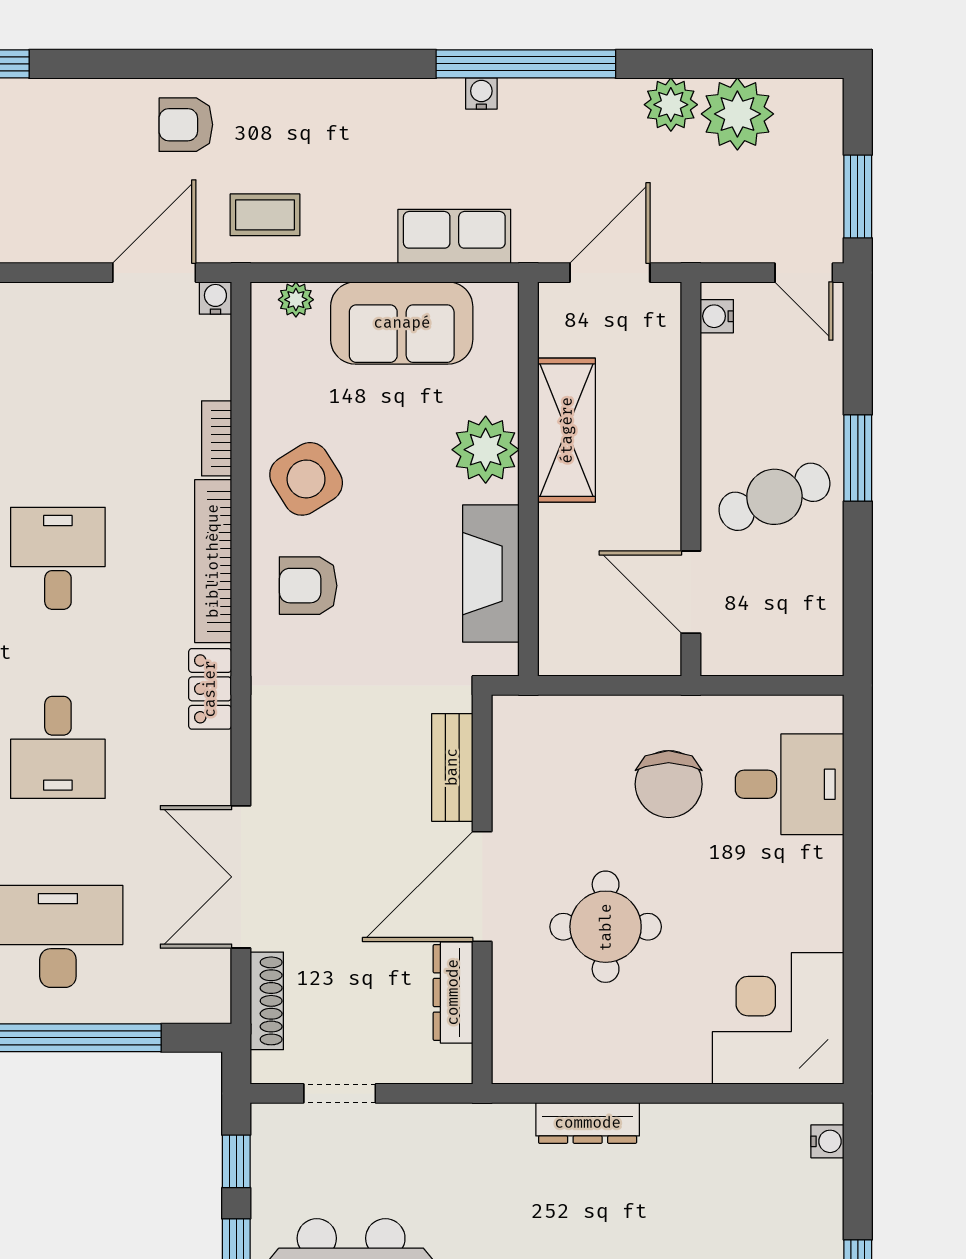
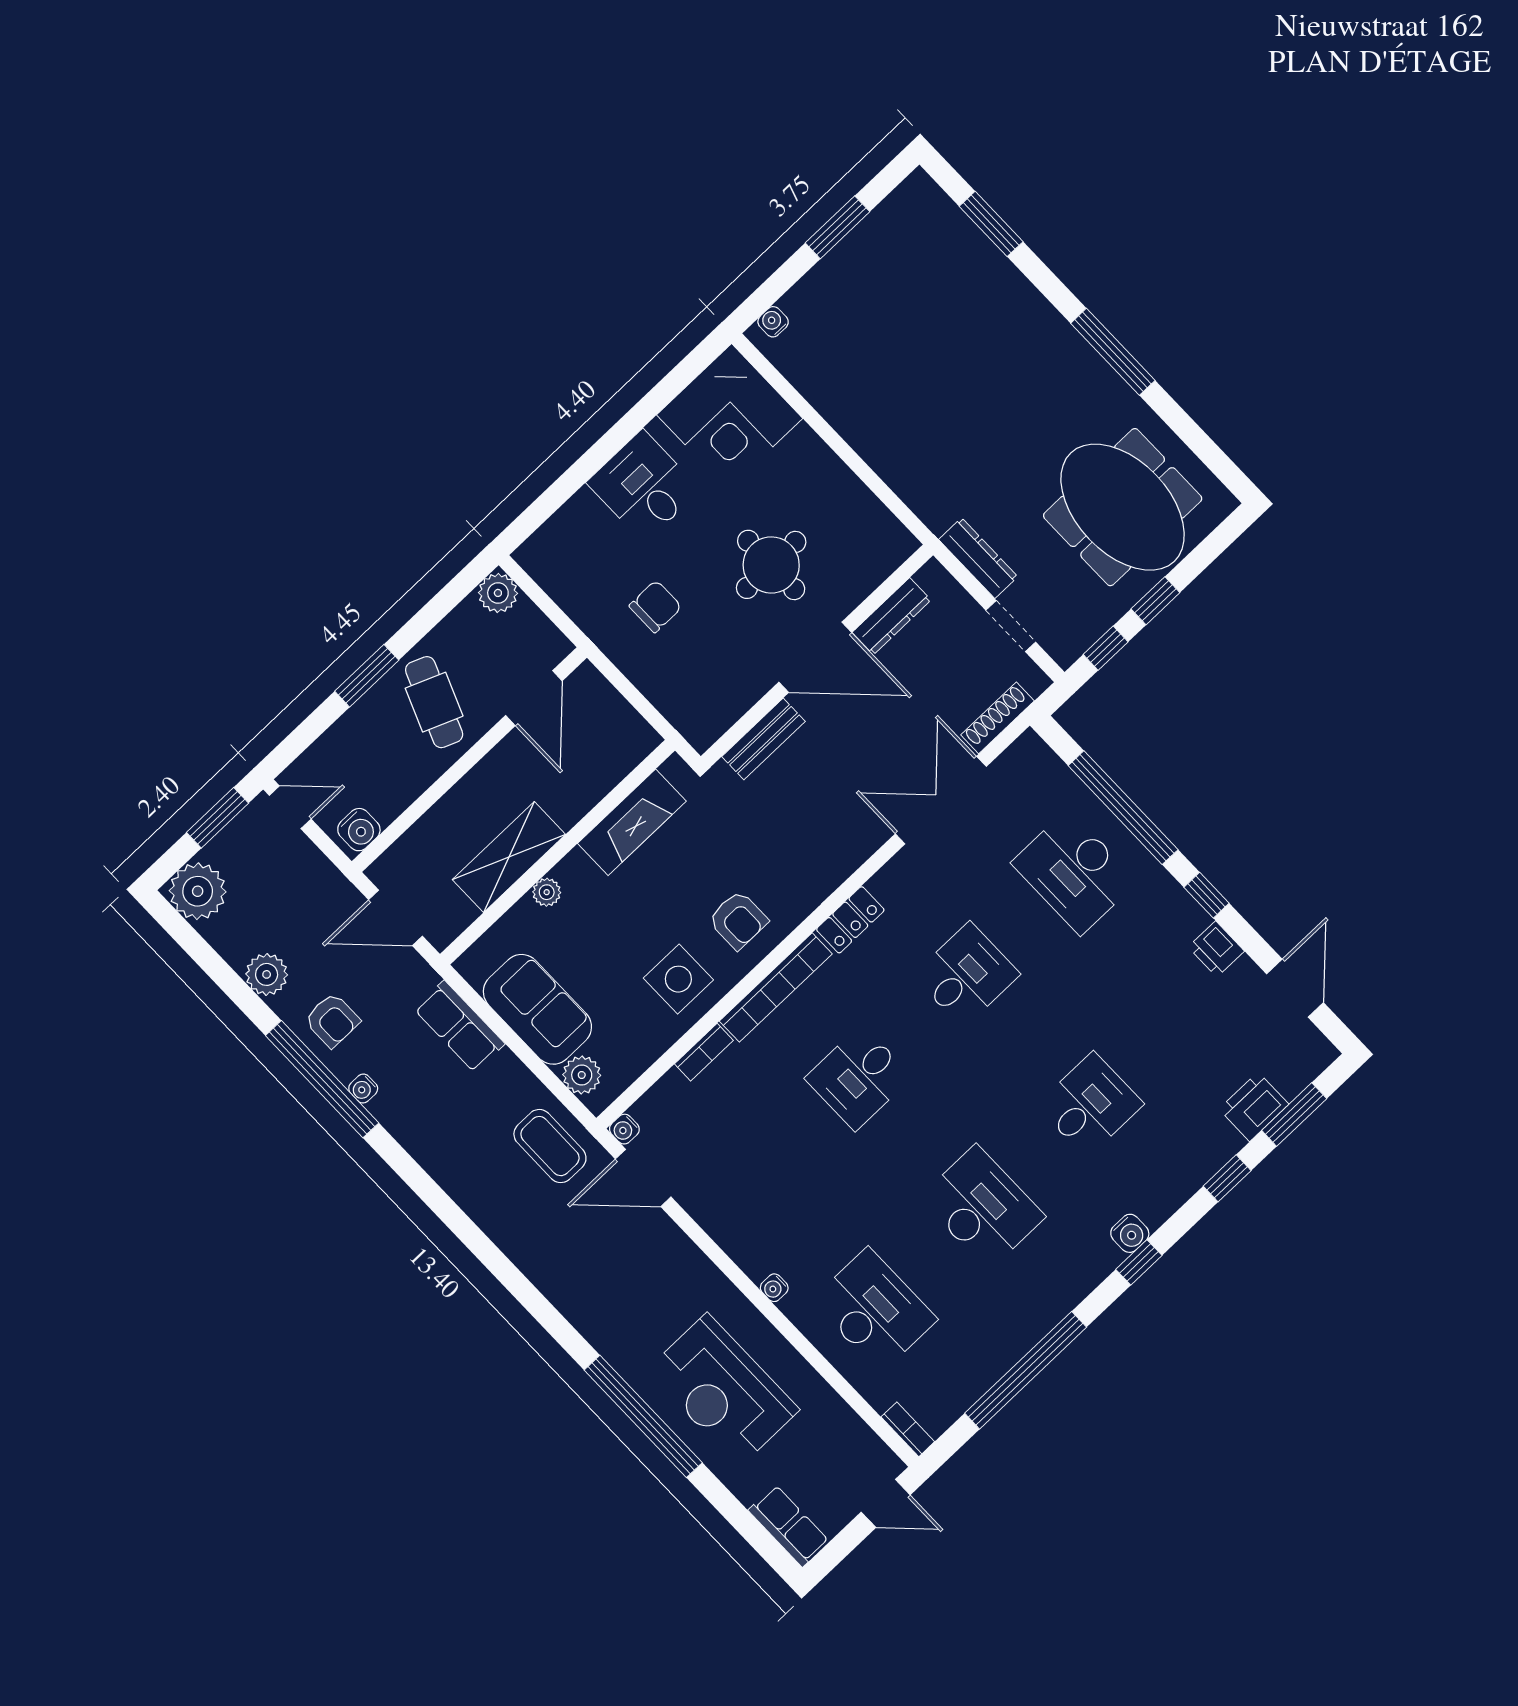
plant: (737, 114) -> (198, 891), moved
armchair: (186, 125) -> (332, 1020), moved
coffee table: (265, 215) -> (550, 1146), width x1.36, depth x1.30
door: (804, 273) -> (290, 807), hinge flipped
plant: (296, 300) -> (582, 1075), width x1.38, depth x1.38
water cooler: (717, 316) -> (359, 830), width x1.38, depth x1.38
plant: (486, 450) -> (547, 892), width x0.53, depth x0.53
side table: (306, 479) -> (678, 979), turned 32
cafe table: (774, 497) -> (434, 702), turned 43
plant: (819, 651) -> (498, 593), added
chair: (669, 784) -> (655, 606), width x0.73, depth x0.73
desk: (790, 784) -> (644, 486), moved
double door: (241, 877) -> (941, 800), swing flipped
dresser: (588, 1123) -> (978, 558), moved

